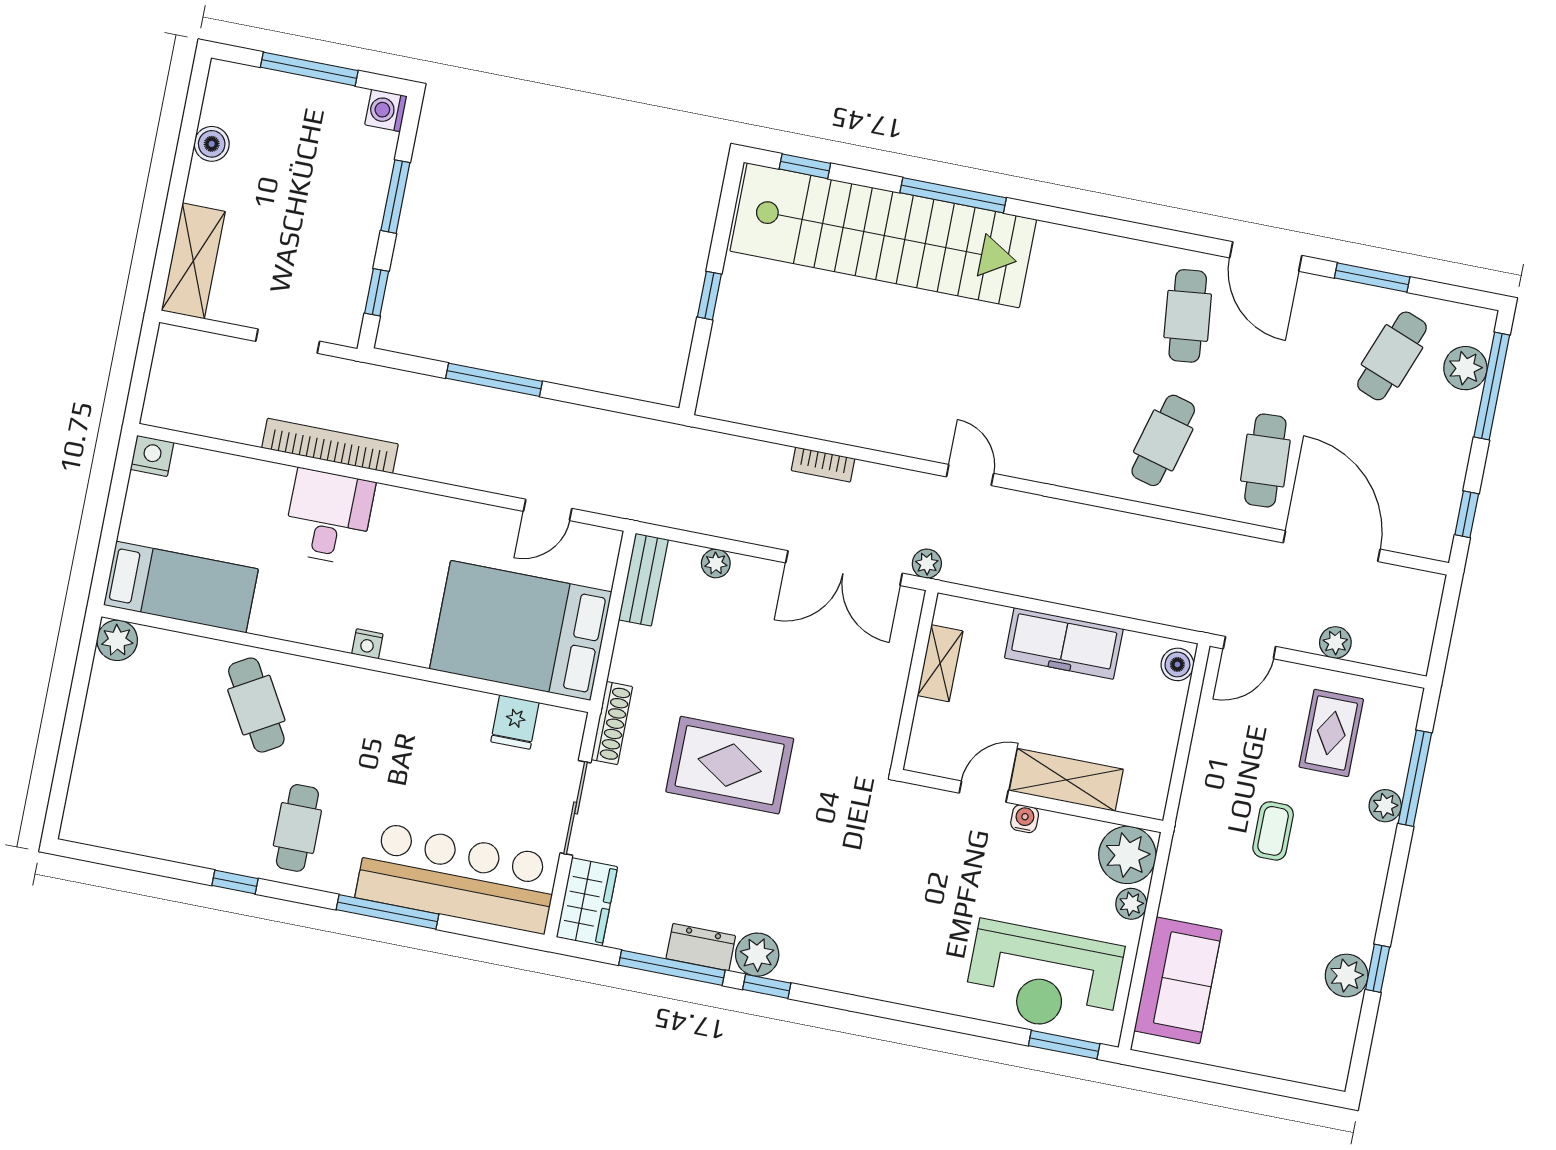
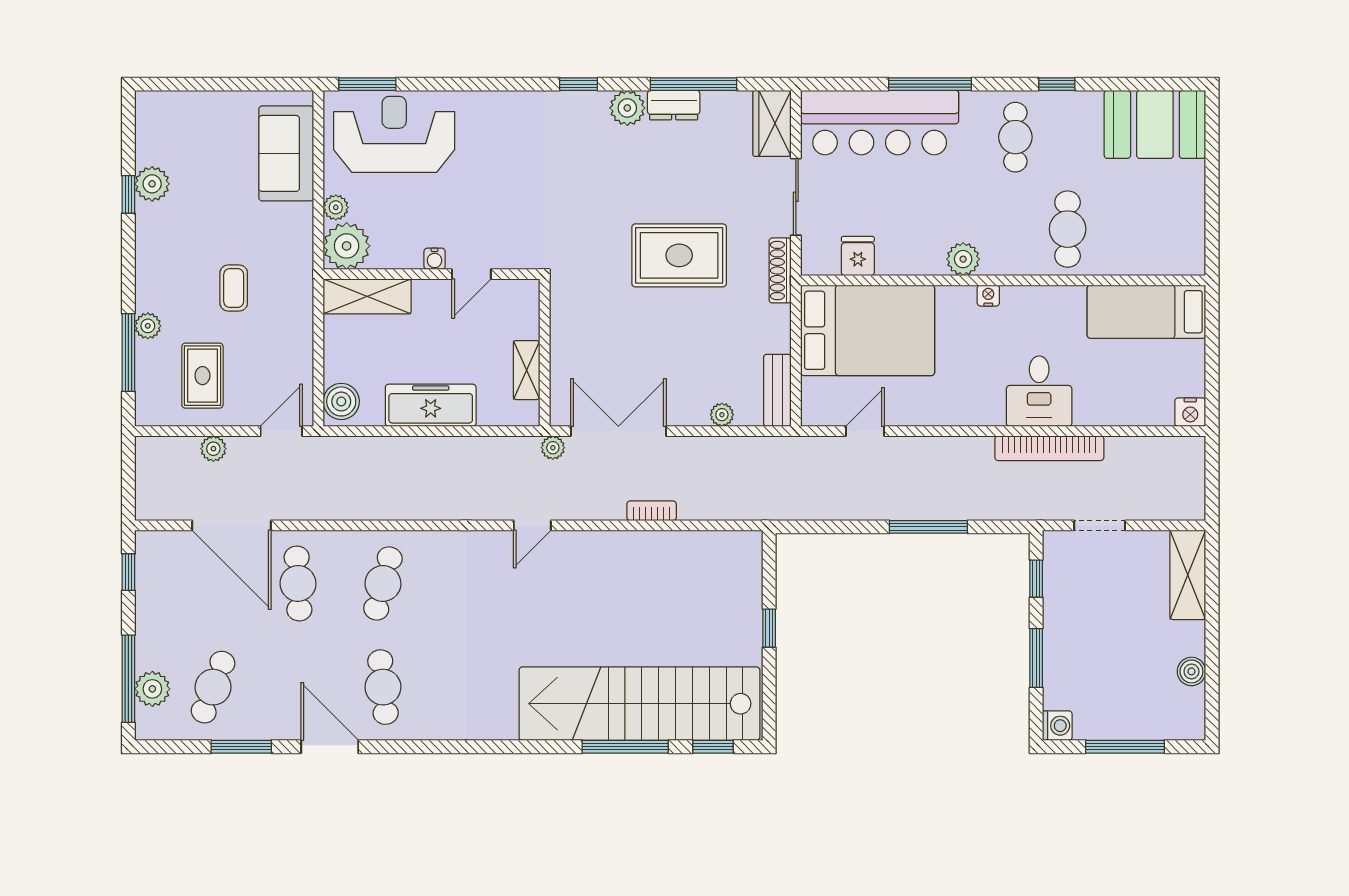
window: (953, 195) -> (625, 747), moved
door: (970, 475) -> (532, 525), hinge flipped
plant: (117, 640) -> (963, 259), moved
boiler: (1177, 664) -> (341, 401), width x1.36, depth x1.36
cafe table: (256, 705) -> (1068, 229), turned 30
shelving: (1066, 780) -> (367, 296), moved
booth: (127, 810) -> (1155, 124), added
window: (767, 986) -> (578, 84), moved

